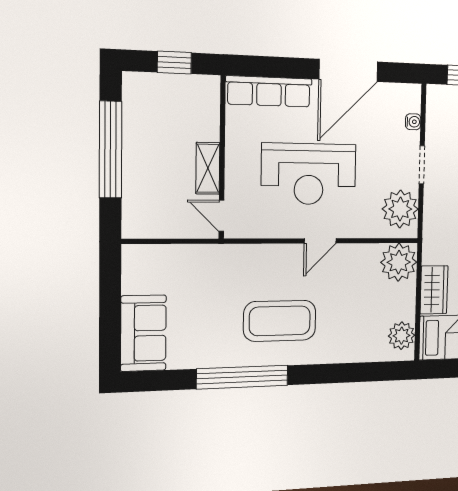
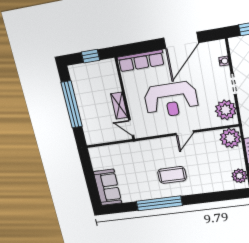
coffee table: (280, 321) -> (172, 175), width x0.73, depth x0.76

